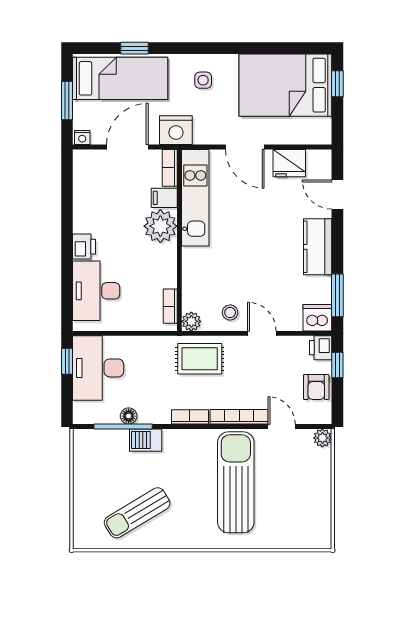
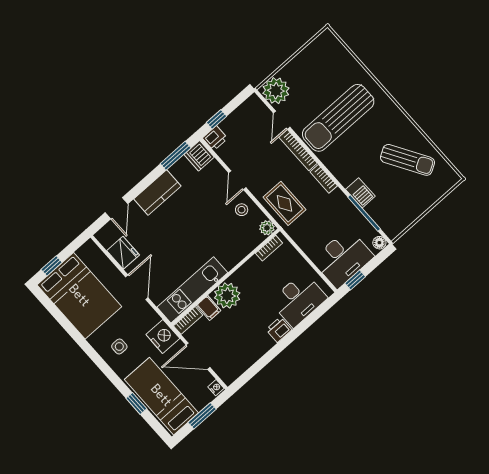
armchair: (316, 387) -> (240, 120), removed
floor lamp: (129, 416) -> (379, 243), moved
plant: (322, 438) -> (276, 91), width x1.88, depth x1.88

